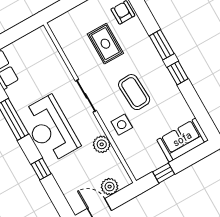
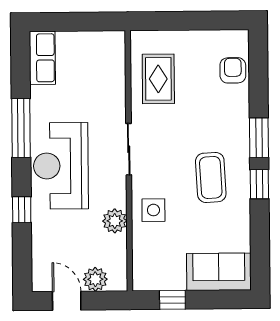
rug: (105, 44) -> (158, 79), moved
coffee table: (134, 92) -> (211, 177), moved

